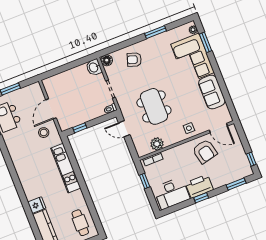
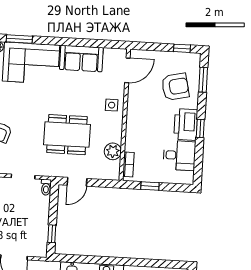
armchair: (205, 151) -> (175, 87), moved
desk: (172, 193) -> (179, 155), width x0.73

